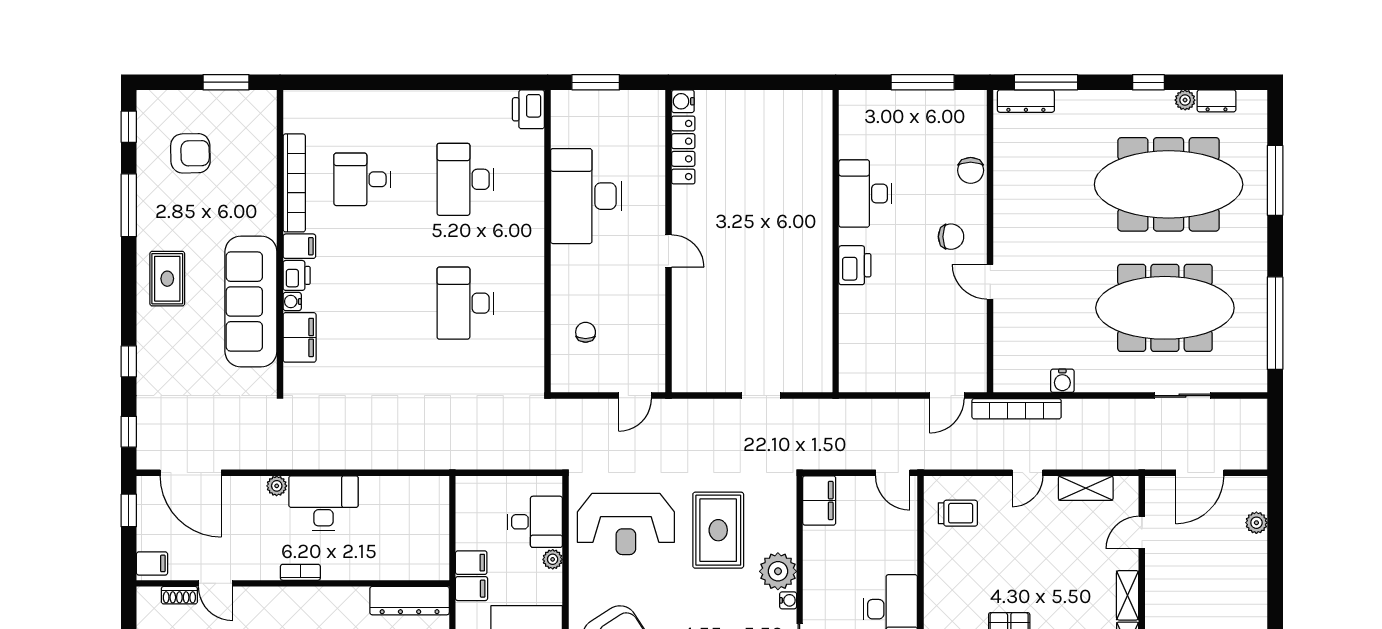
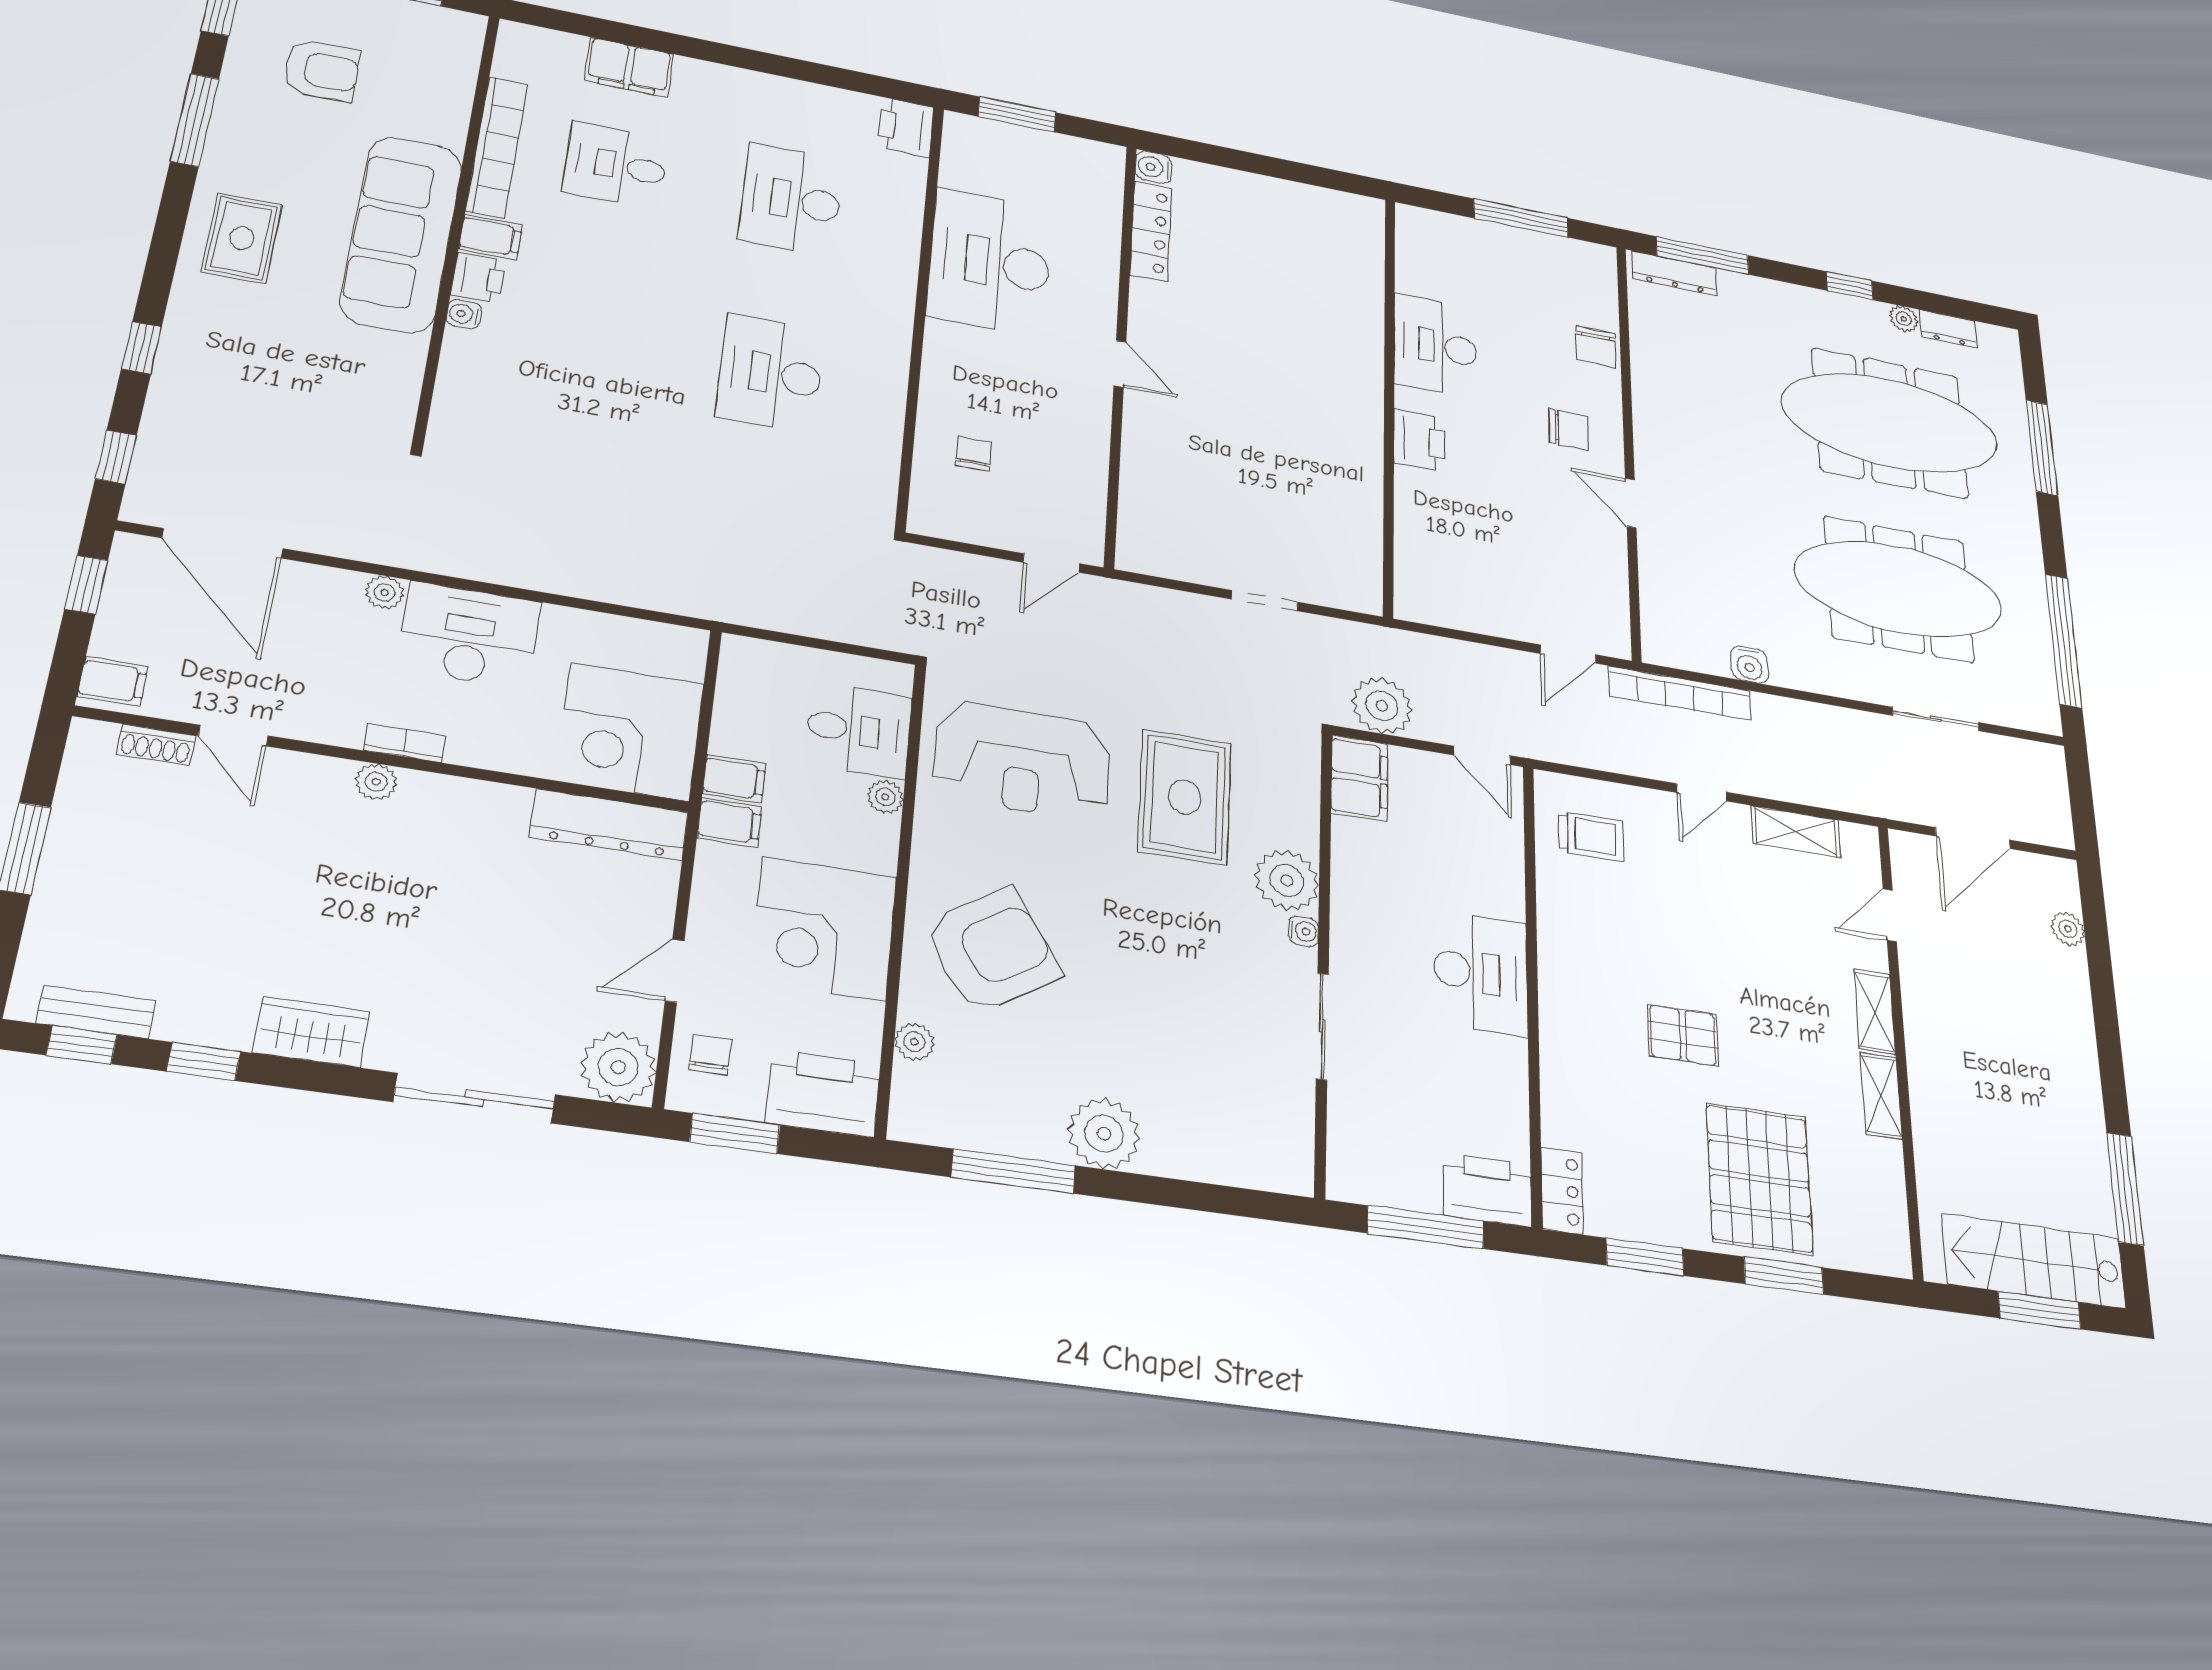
sofa: (251, 301) -> (401, 234), moved
filing cabinet: (300, 337) -> (629, 67), moved, turned 90
plant: (832, 451) -> (1382, 706), added
corner desk: (414, 545) -> (630, 732), added
plant: (289, 597) -> (376, 782), added

